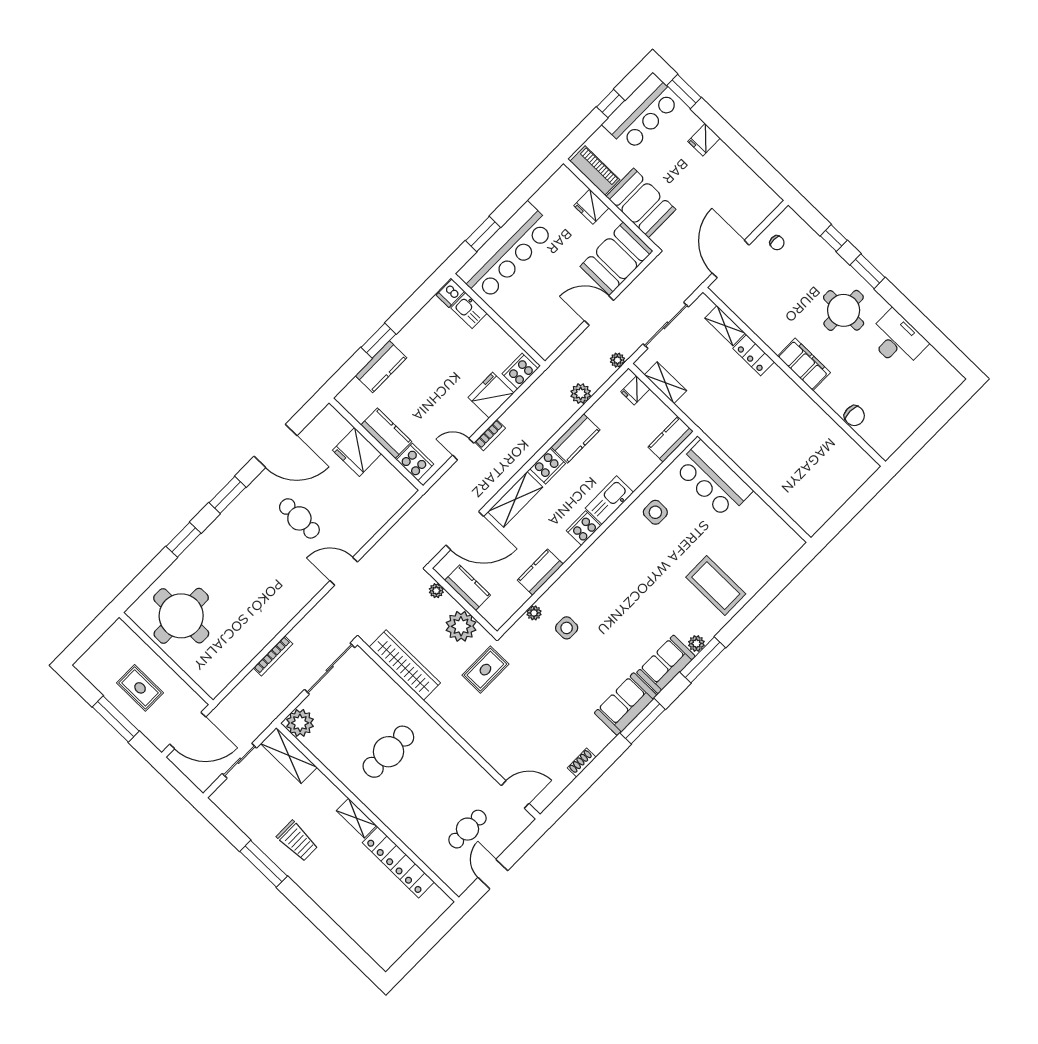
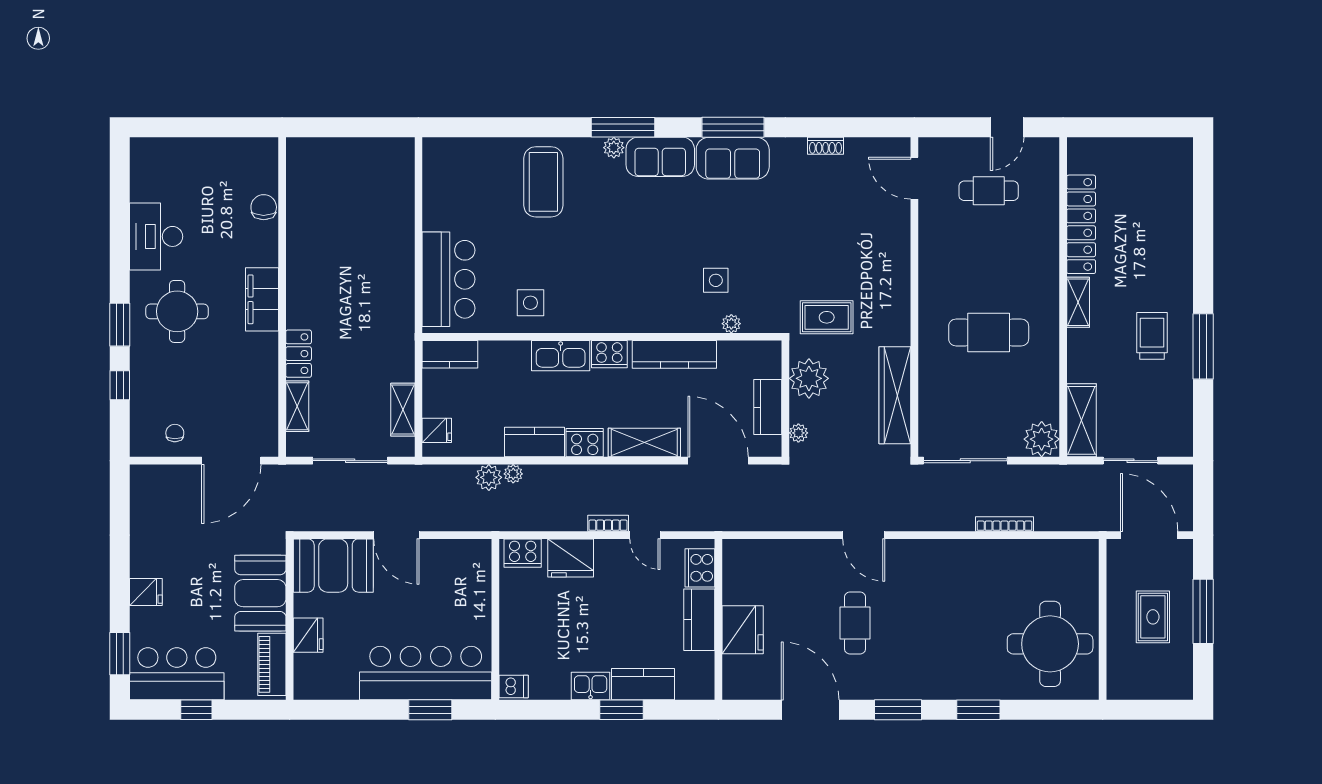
kitchen sink: (469, 311) -> (591, 686), moved, turned -90
plant: (617, 360) -> (513, 474), moved
kitchen counter: (540, 572) -> (674, 354), width x1.50

